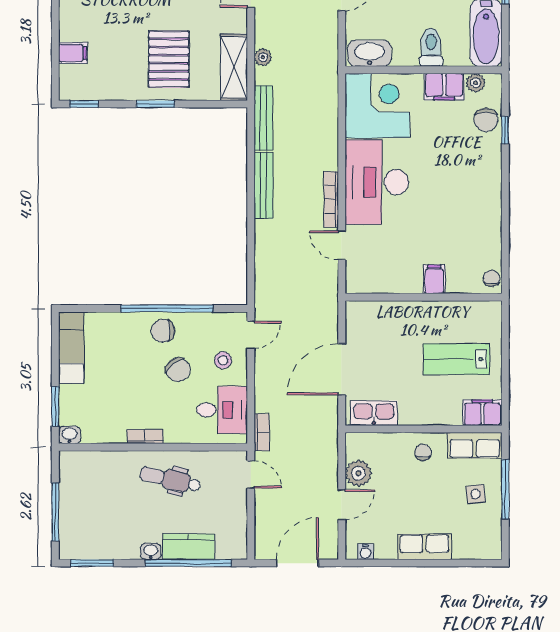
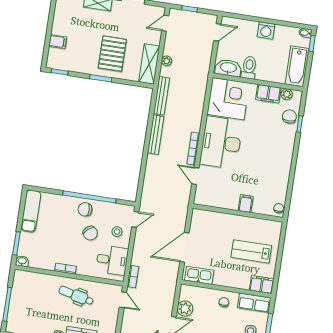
toilet: (431, 47) -> (249, 68), moved
chair: (486, 120) -> (289, 117), turned 180

